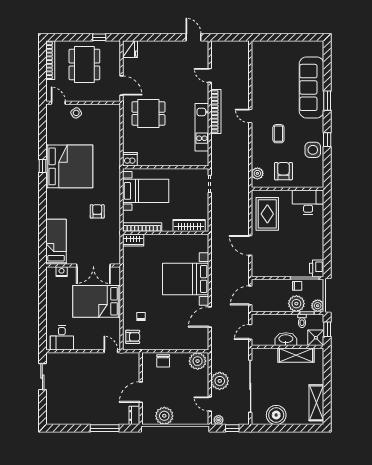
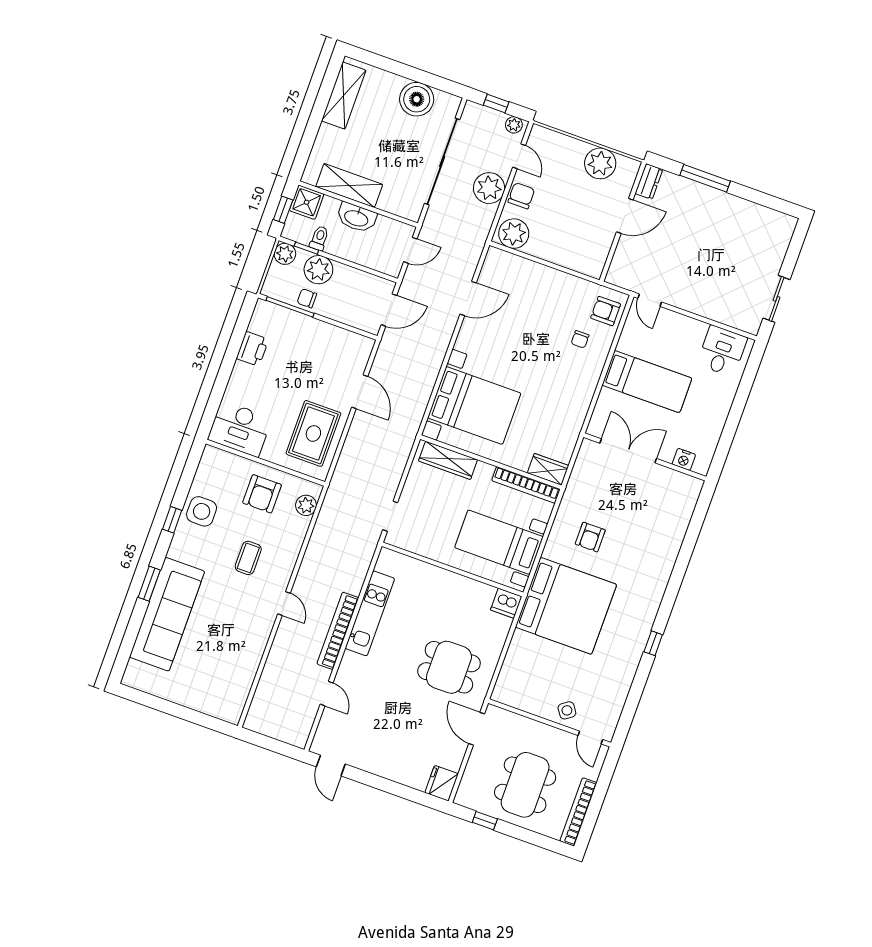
bed: (69, 166) -> (566, 606), moved, turned 180
bed: (56, 242) -> (675, 512), removed
printer: (317, 268) -> (252, 349), moved
bed with nightstands: (186, 279) -> (474, 405), moved
bed: (97, 301) -> (647, 382), width x0.67
chair: (163, 361) -> (521, 196), moved

